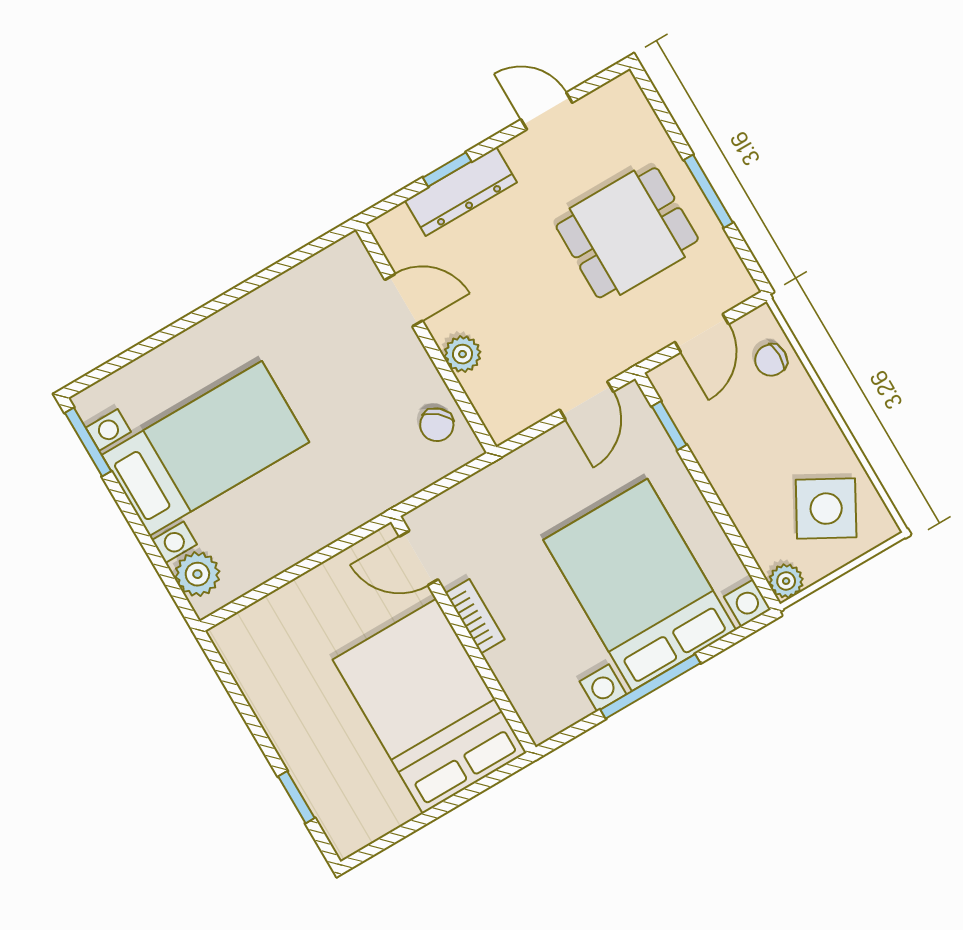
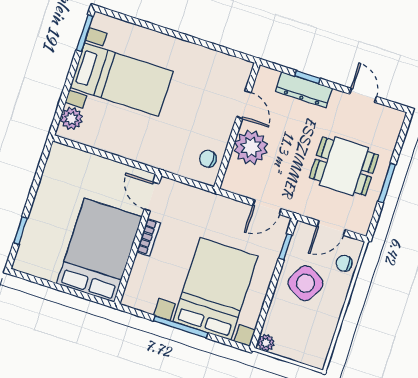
plant: (463, 354) -> (251, 147), width x1.87, depth x1.87
chair: (437, 425) -> (208, 159), turned 49
side table: (826, 509) -> (305, 283), moved

